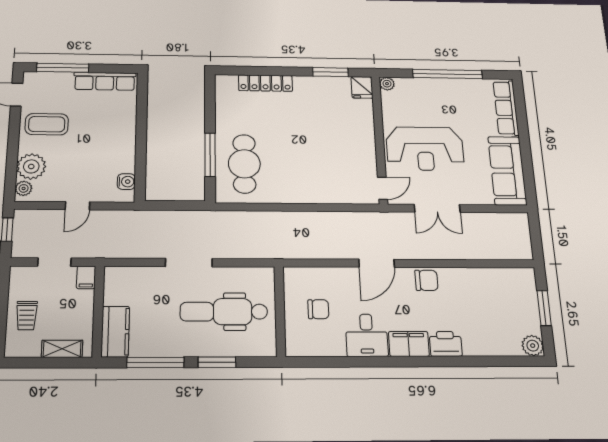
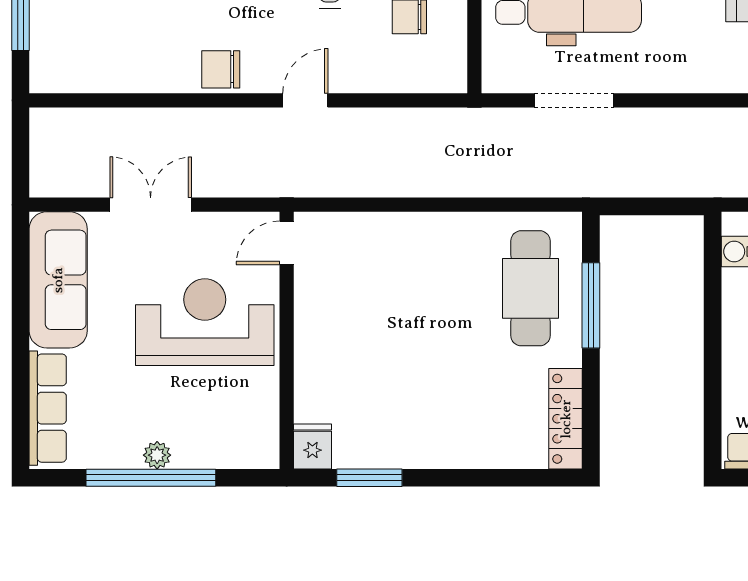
locker: (265, 83) -> (566, 419), moved, turned -90
plant: (387, 84) -> (157, 455), moved
double door: (437, 208) -> (151, 205), moved
doorway: (189, 263) -> (574, 100), moved
door: (377, 263) -> (305, 100), width x0.73

